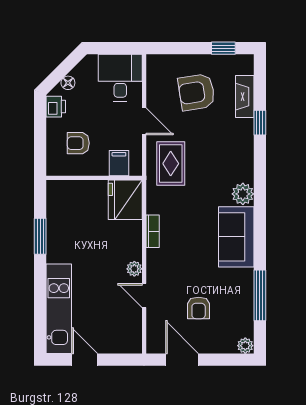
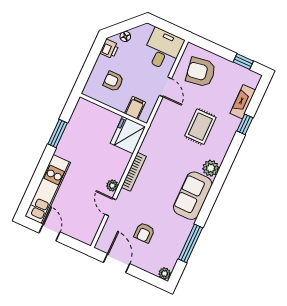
armchair: (197, 92) -> (201, 72), moved
rug: (171, 164) -> (200, 127), moved
bookcase: (153, 231) -> (134, 172), width x1.56

